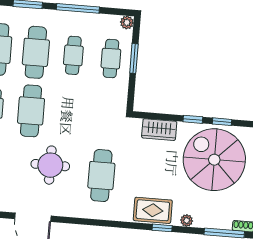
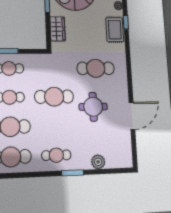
cafe table: (31, 111) -> (54, 97), moved

